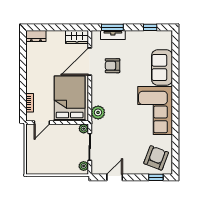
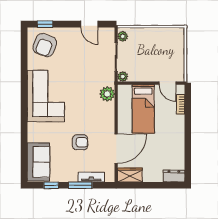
window: (112, 27) -> (80, 185), moved
armchair: (113, 66) -> (80, 142), moved
sofa: (162, 67) -> (38, 162), moved
bed: (70, 98) -> (143, 109), width x0.67
door: (42, 123) -> (167, 83), swing flipped
door: (115, 177) -> (89, 24), hinge flipped

